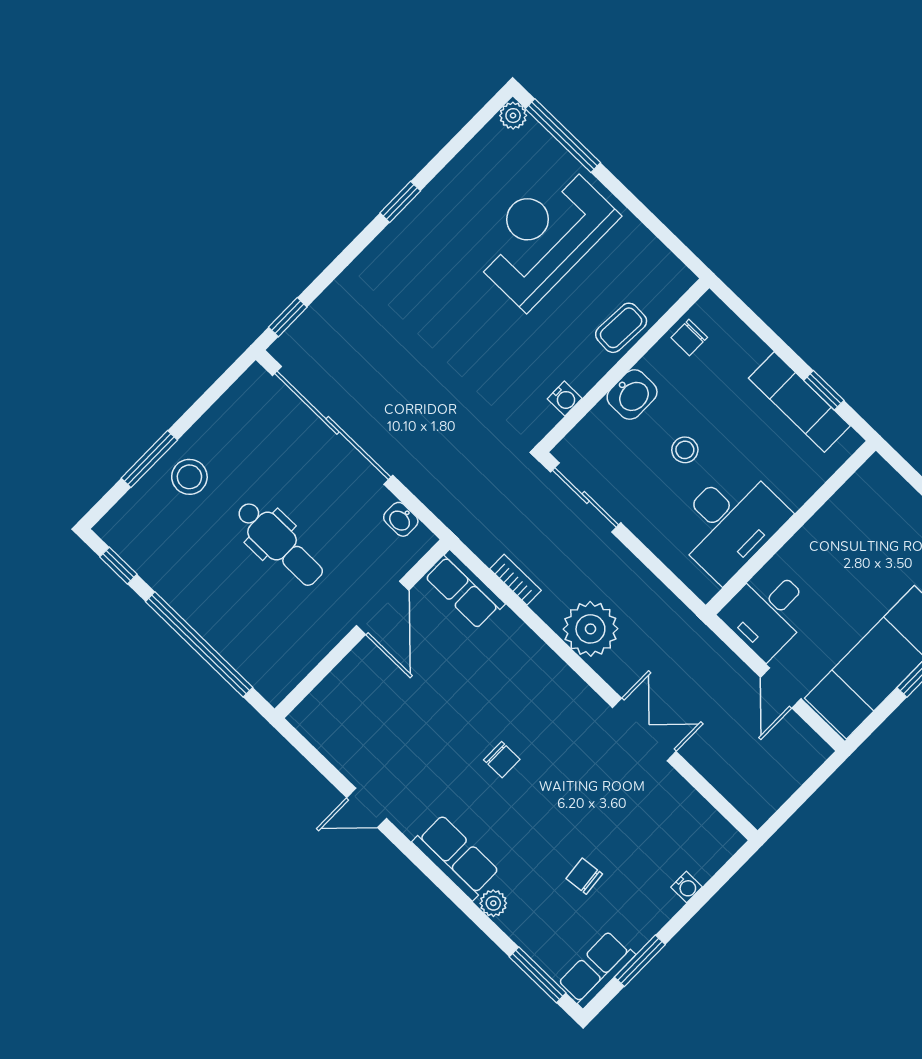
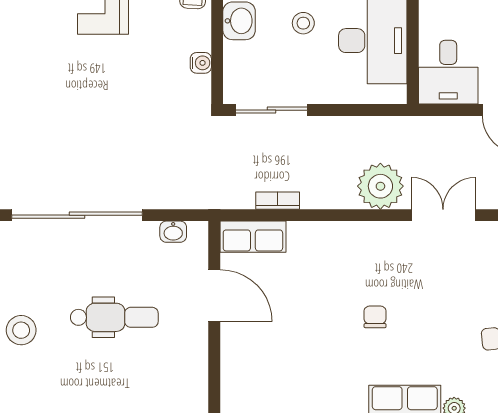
plant: (590, 629) -> (380, 186), moved
chair: (502, 760) -> (375, 317), turned -90

